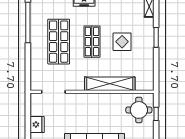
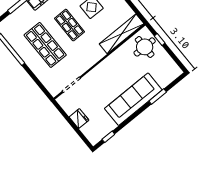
shelving: (110, 84) -> (122, 34), moved

